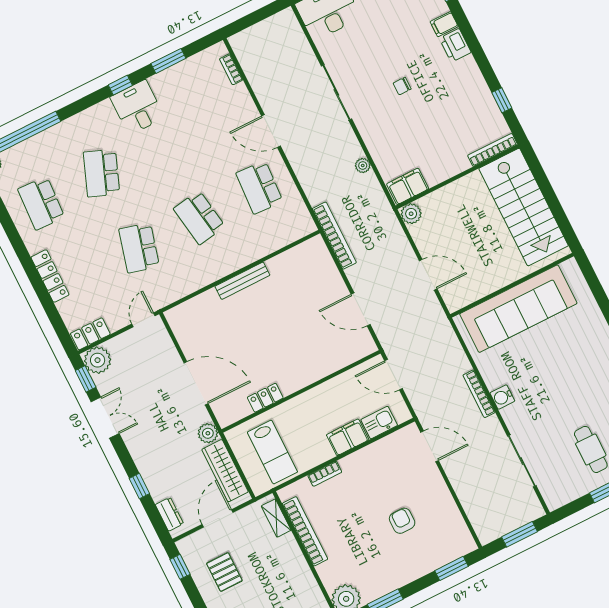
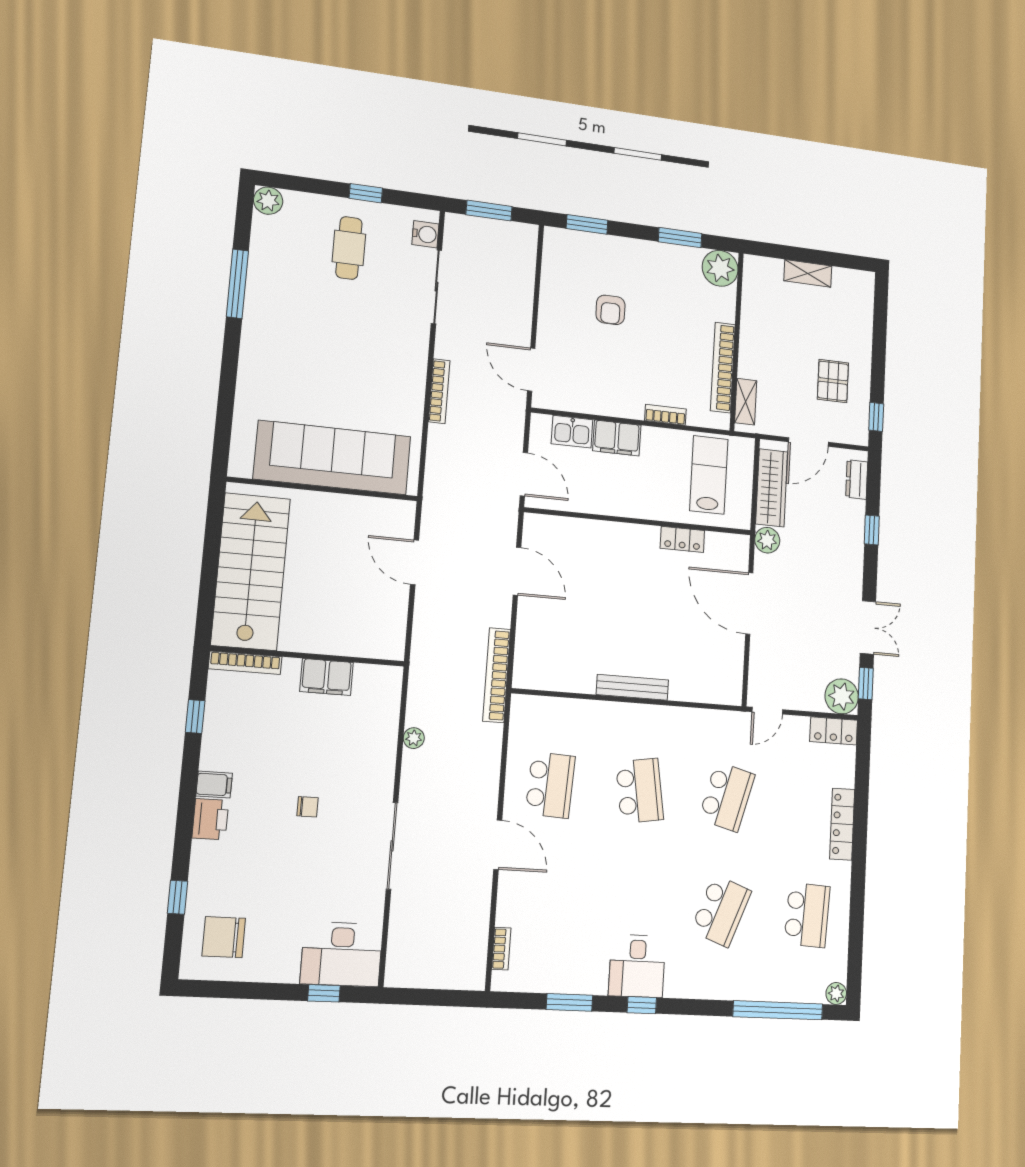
filing cabinet: (444, 24) -> (214, 785), moved
filing cabinet: (408, 186) -> (327, 677), moved
plant: (411, 214) -> (391, 646), removed
water cooler: (502, 397) -> (425, 234), moved
double door: (105, 418) -> (868, 627), swing flipped

